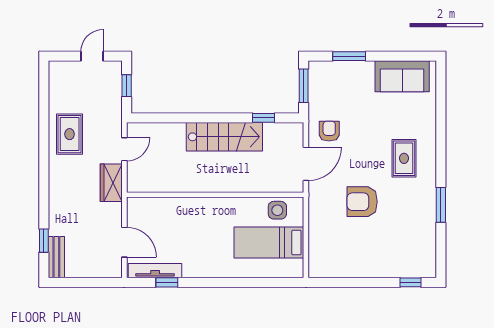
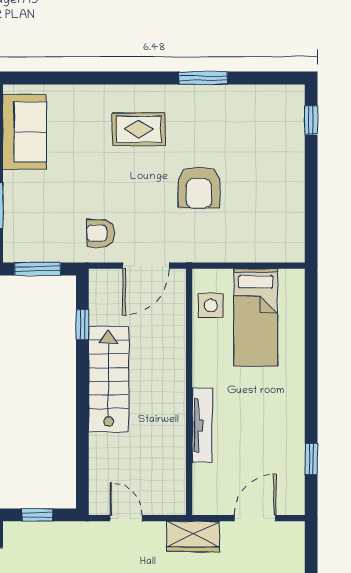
door: (306, 164) -> (146, 266), swing flipped
wardrobe: (111, 183) -> (193, 536), moved
tv unit: (155, 271) -> (202, 425), moved, turned 180

